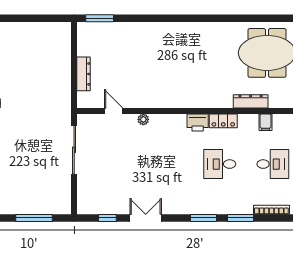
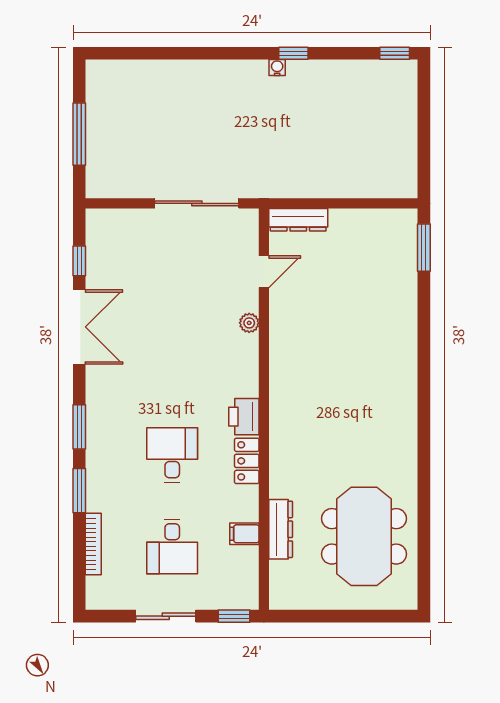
dresser: (84, 74) -> (298, 220), moved
dresser: (251, 101) -> (281, 529), moved
double door: (146, 218) -> (79, 327), width x1.37

